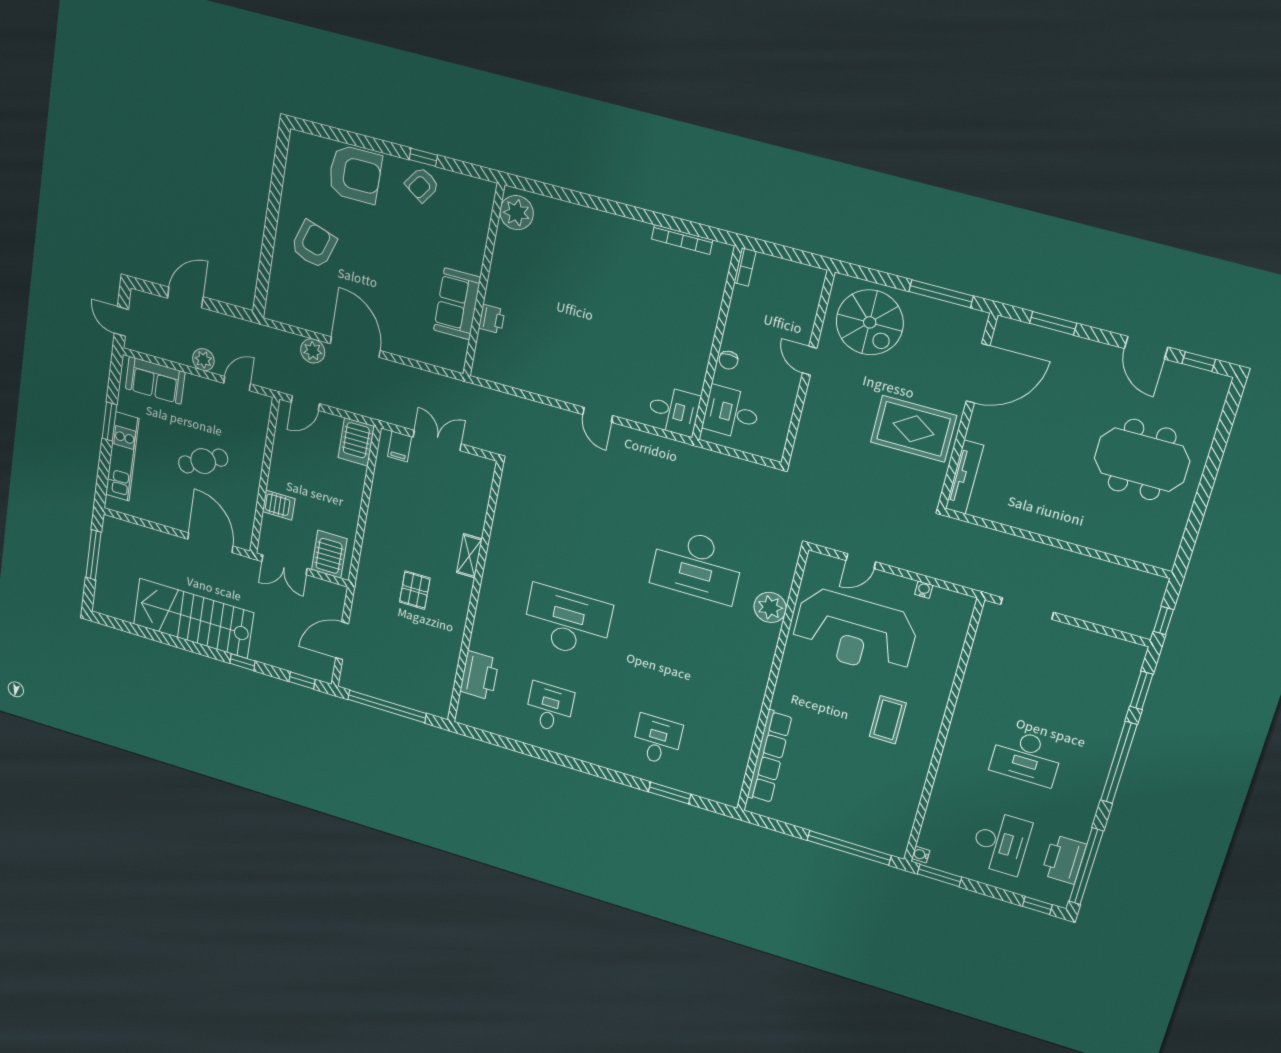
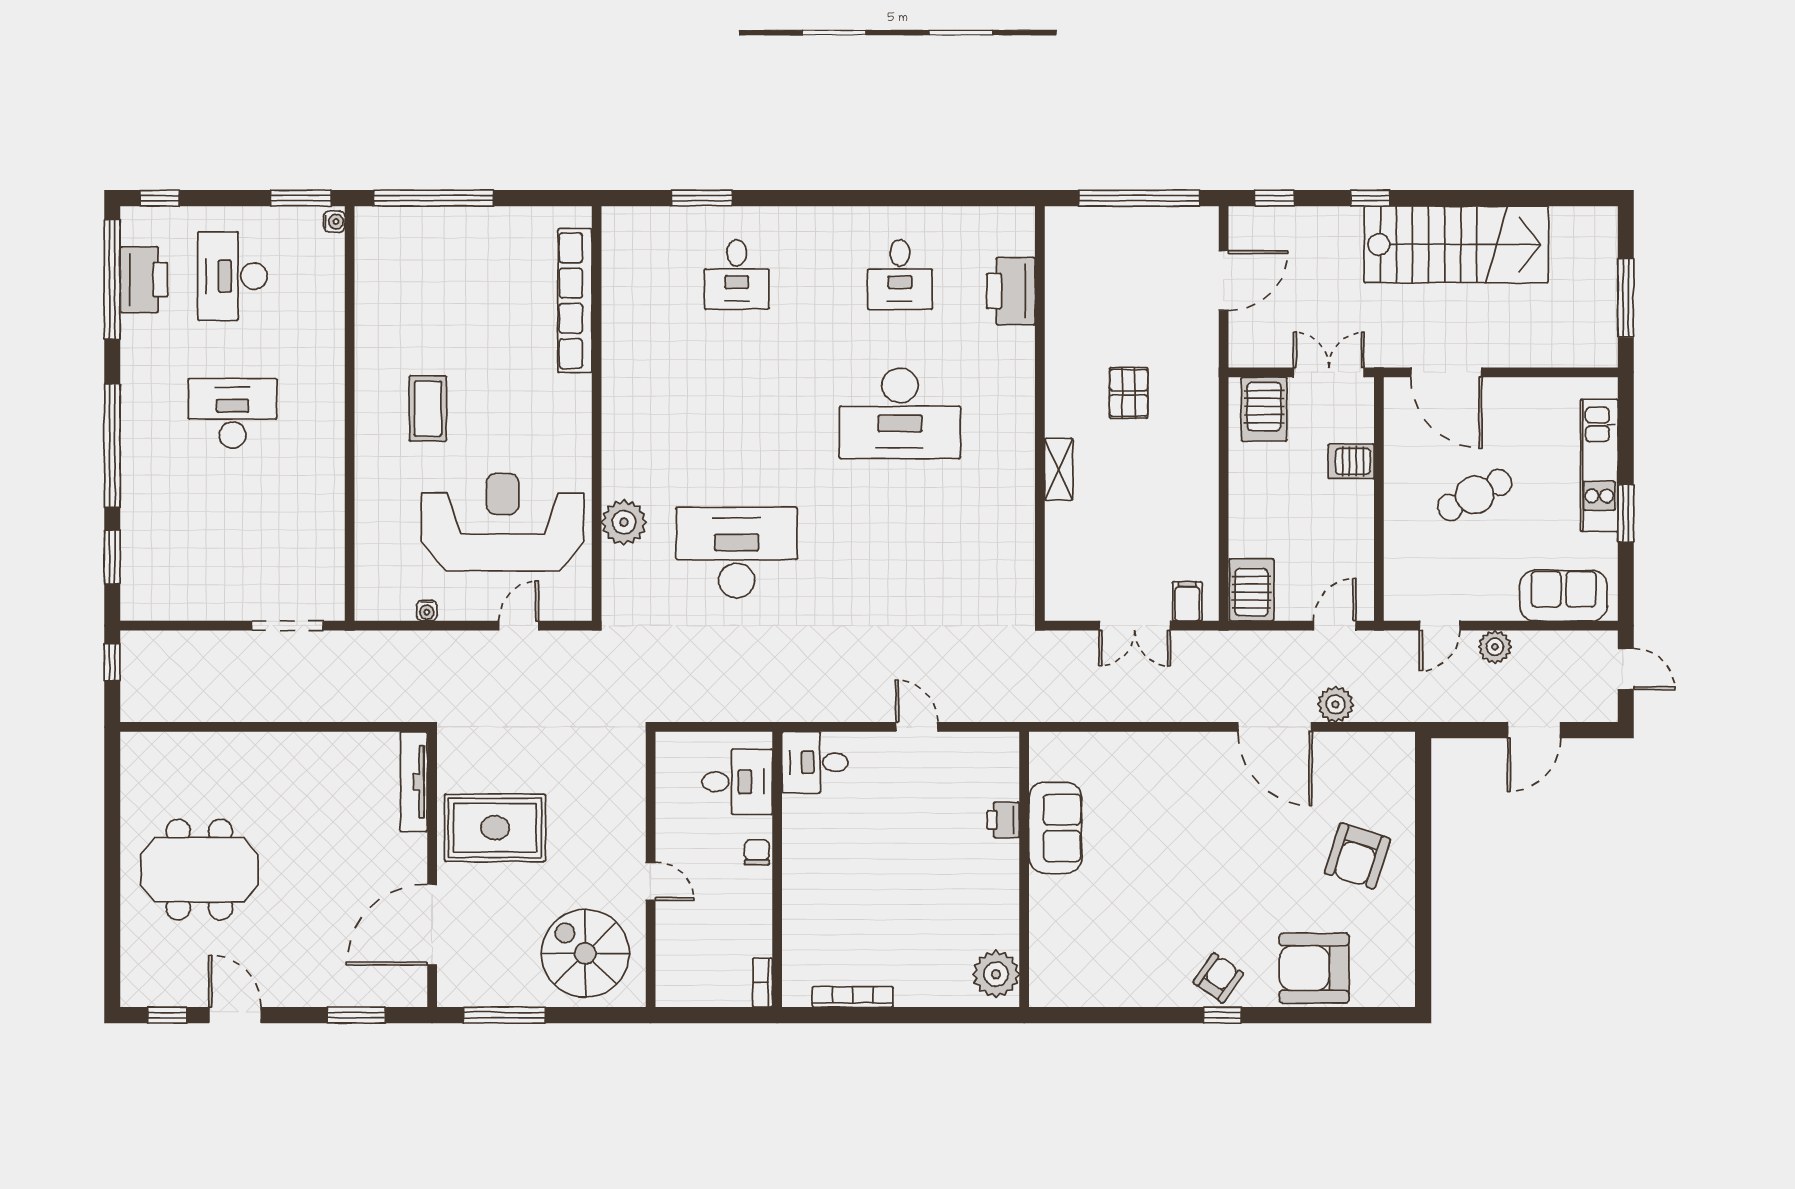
plant: (517, 213) -> (996, 974), moved
wall: (484, 281) -> (1024, 869), moved
sofa: (457, 304) -> (1055, 828), moved
printer: (492, 319) -> (1003, 820), moved

